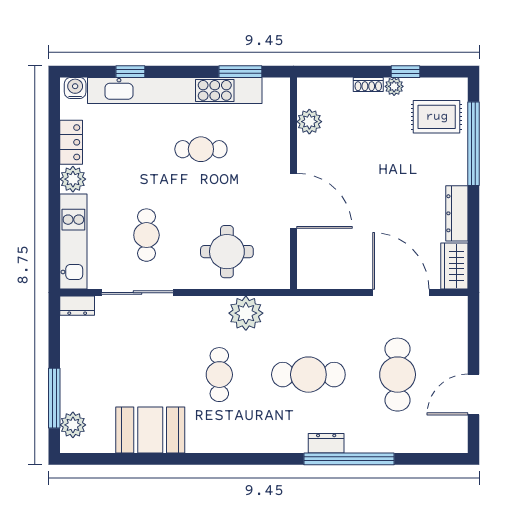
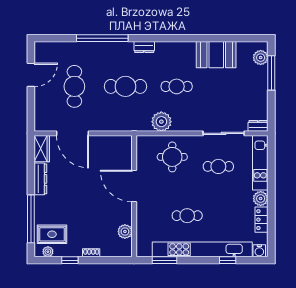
plant: (394, 86) -> (48, 252), moved
cafe table: (146, 235) -> (218, 166), turned 90
cafe table: (219, 375) -> (177, 86), turned 90
dresser: (326, 443) -> (144, 47), moved

